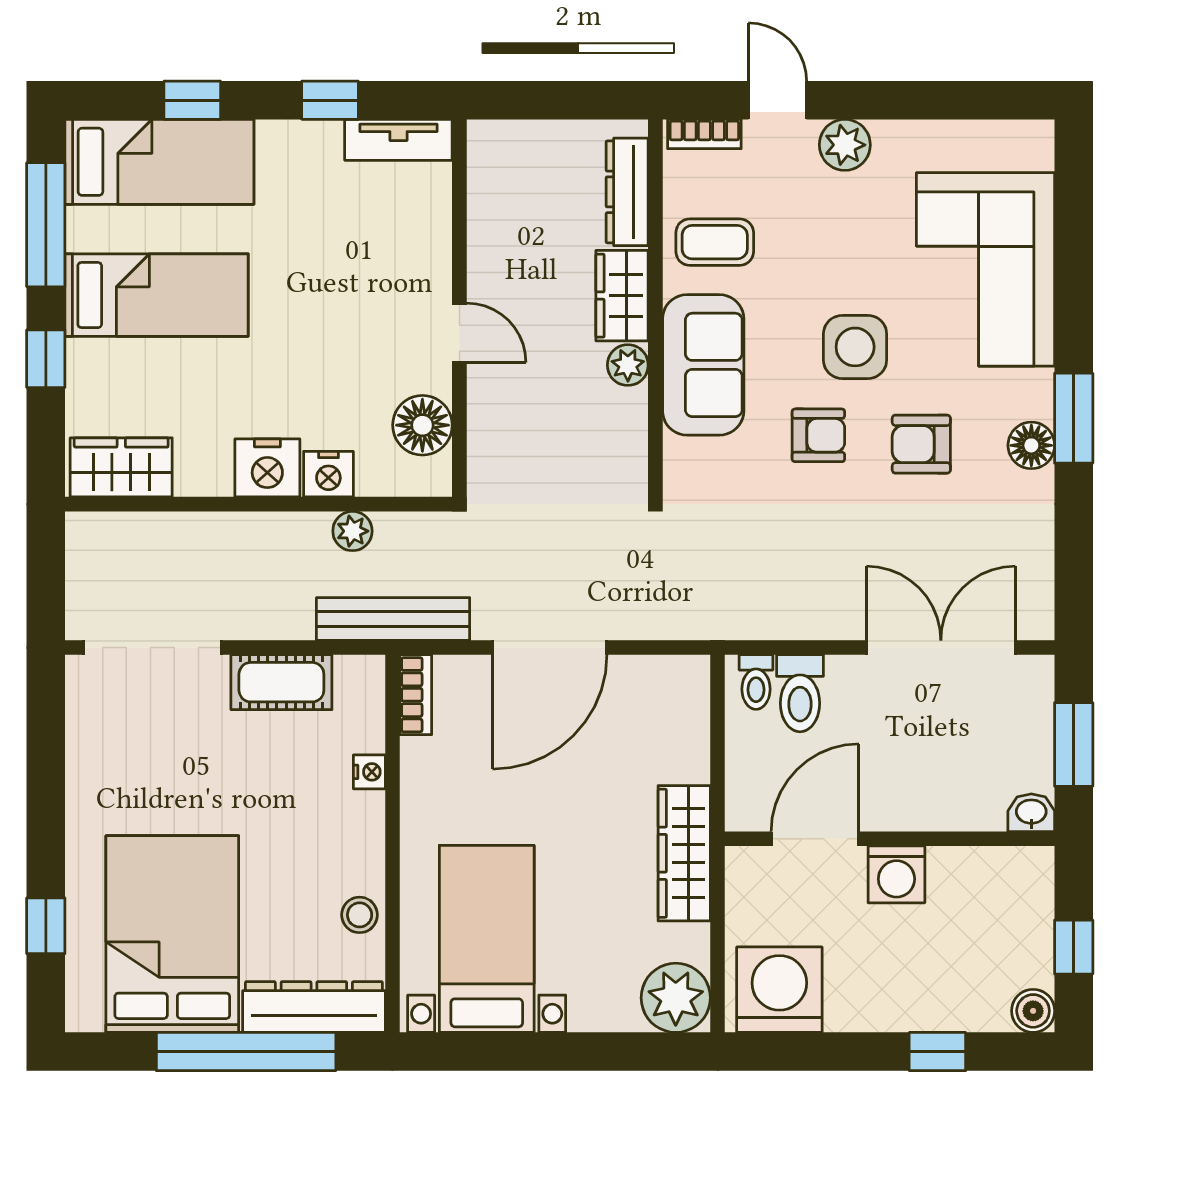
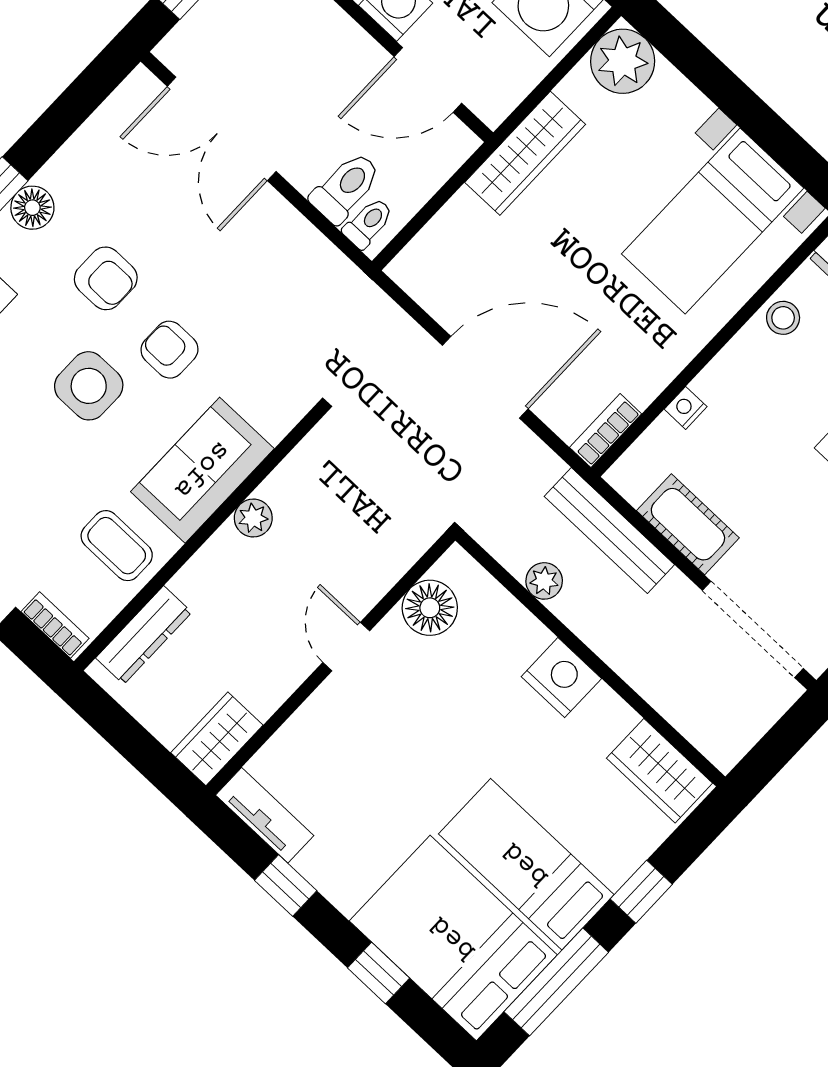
bed: (159, 162) -> (453, 938), width x1.50
wardrobe: (622, 296) -> (217, 739), moved, turned 180
nightstand: (328, 474) -> (524, 635), removed
bench: (393, 619) -> (609, 531), moved

